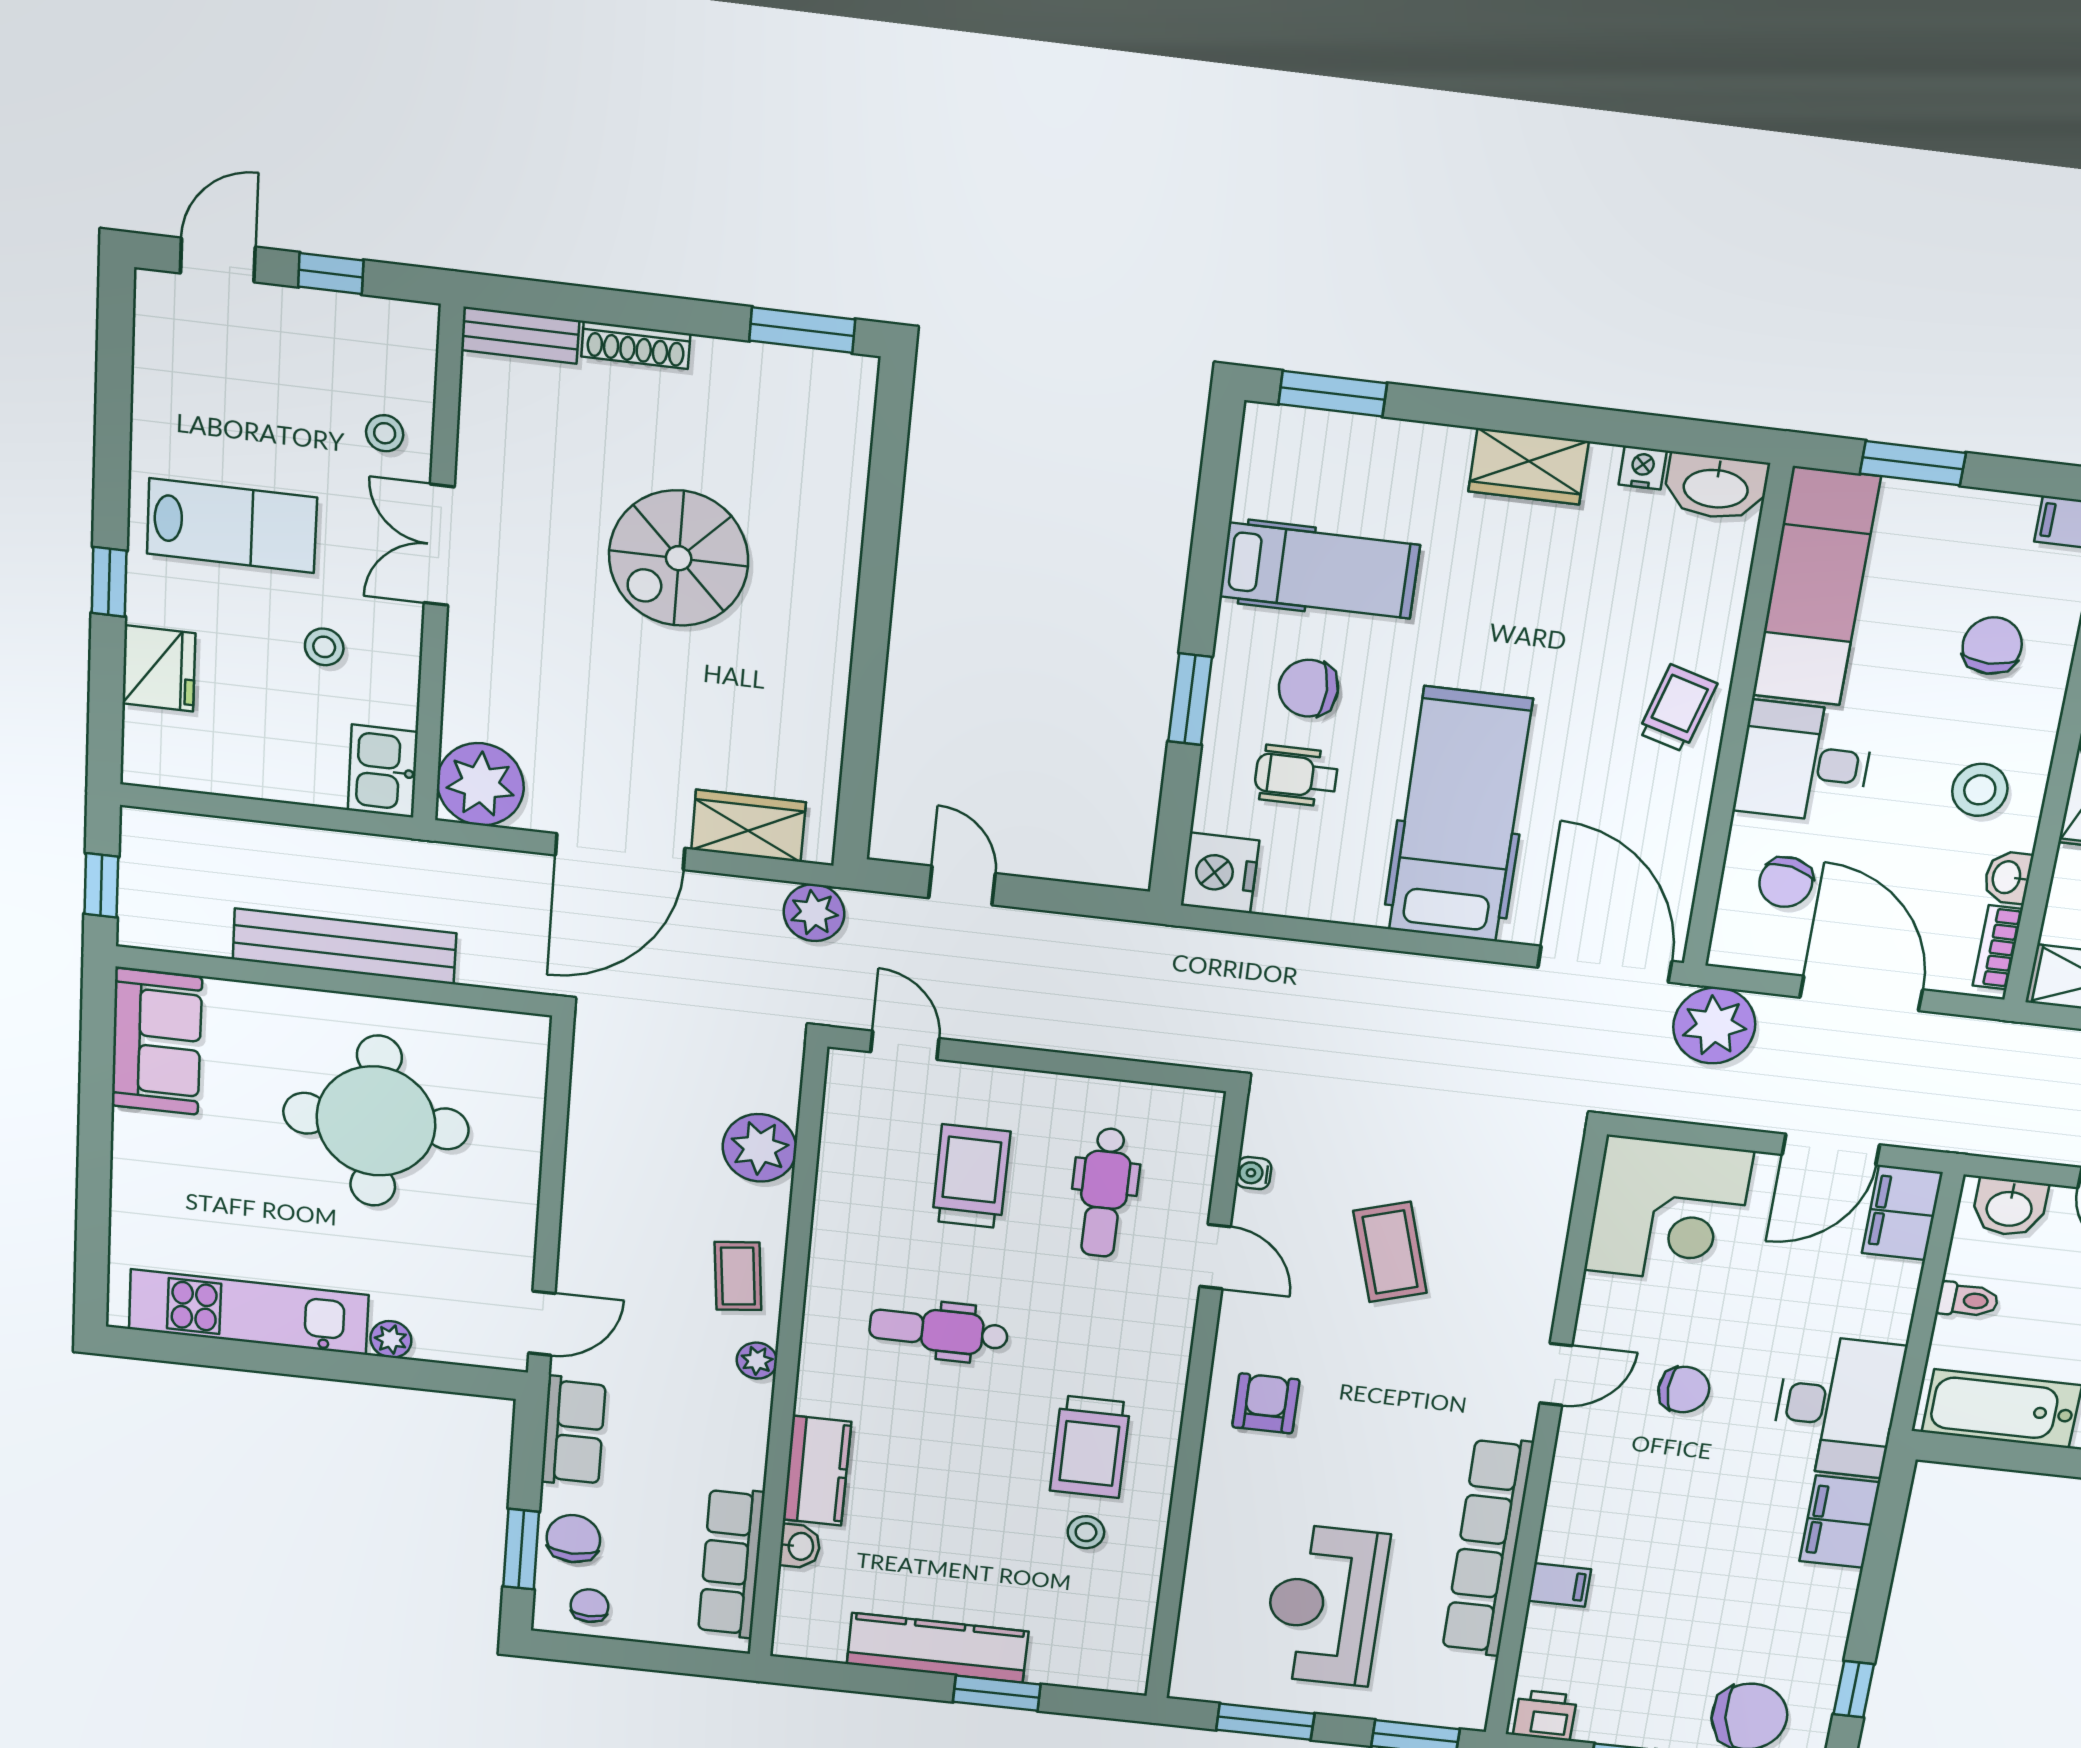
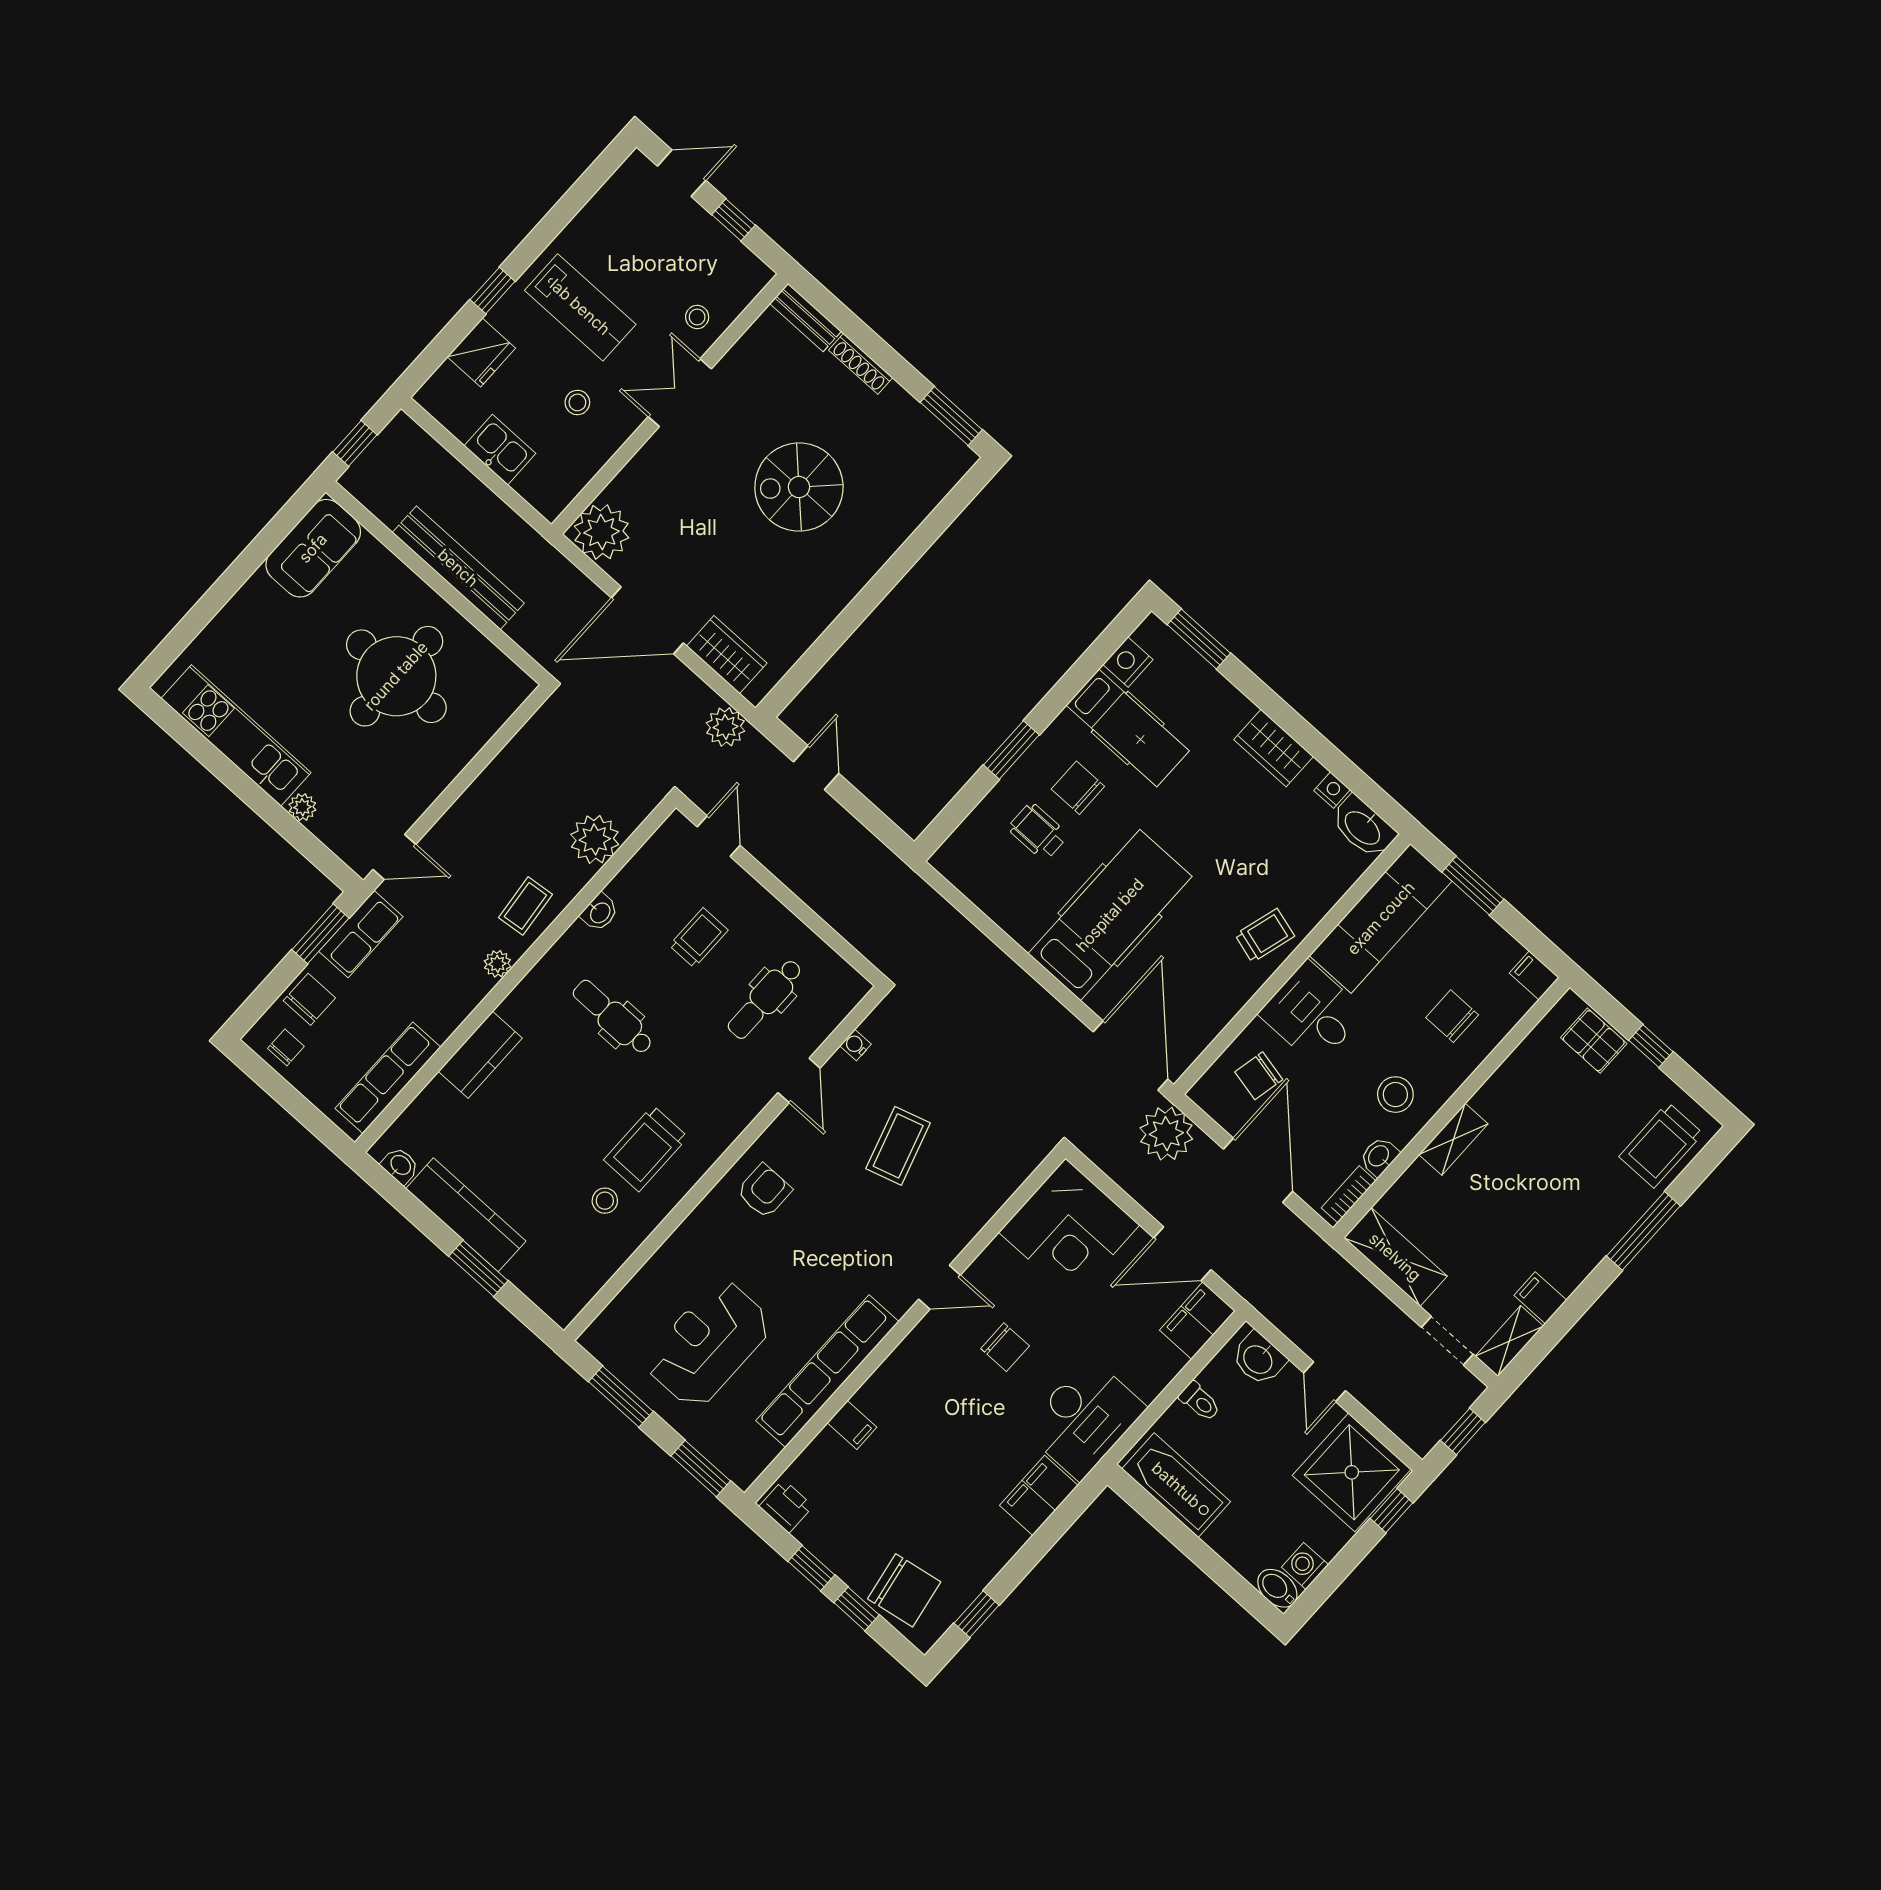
chair: (1992, 646) -> (1452, 1016), turned -90
kitchen sink: (383, 771) -> (500, 450), moved, turned 90
nightstand: (1220, 873) -> (1128, 662), moved, width x0.74, depth x0.75
trolley: (971, 1176) -> (699, 938), width x0.73, depth x0.72
washbasin: (831, 1226) -> (600, 912), added
washbasin: (800, 1546) -> (400, 1166), moved, turned -90
window: (521, 1549) -> (320, 934), moved

